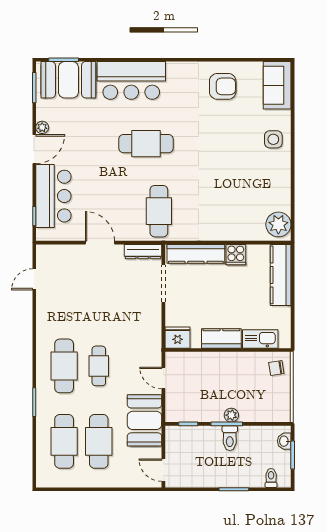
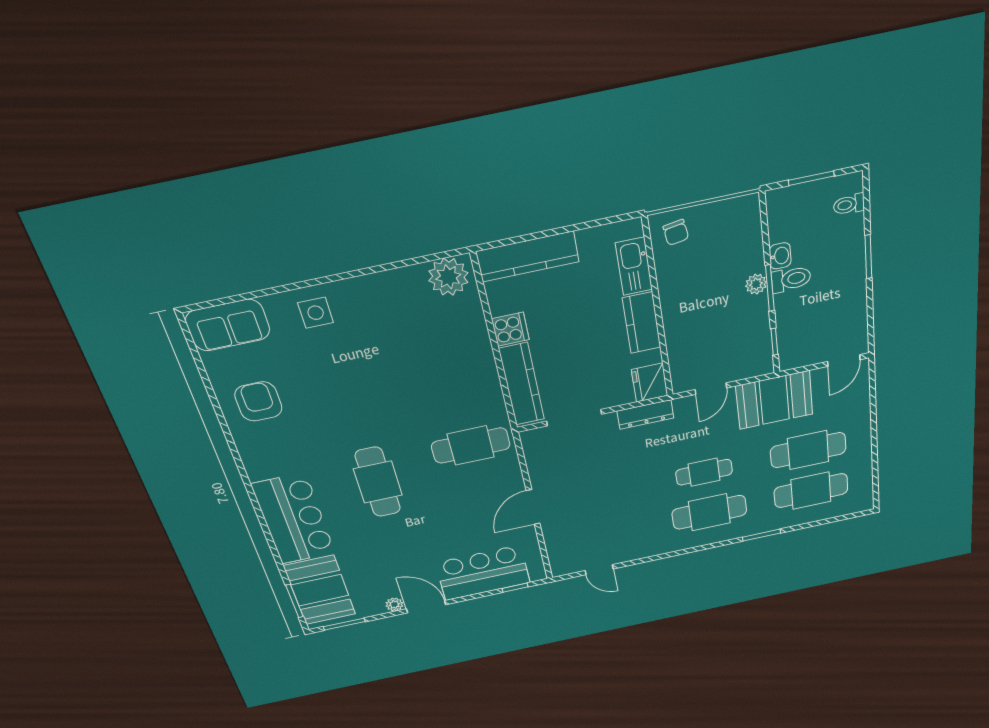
dresser: (143, 252) -> (645, 414), moved, turned 90
washbasin: (284, 441) -> (780, 256), moved, turned -90

